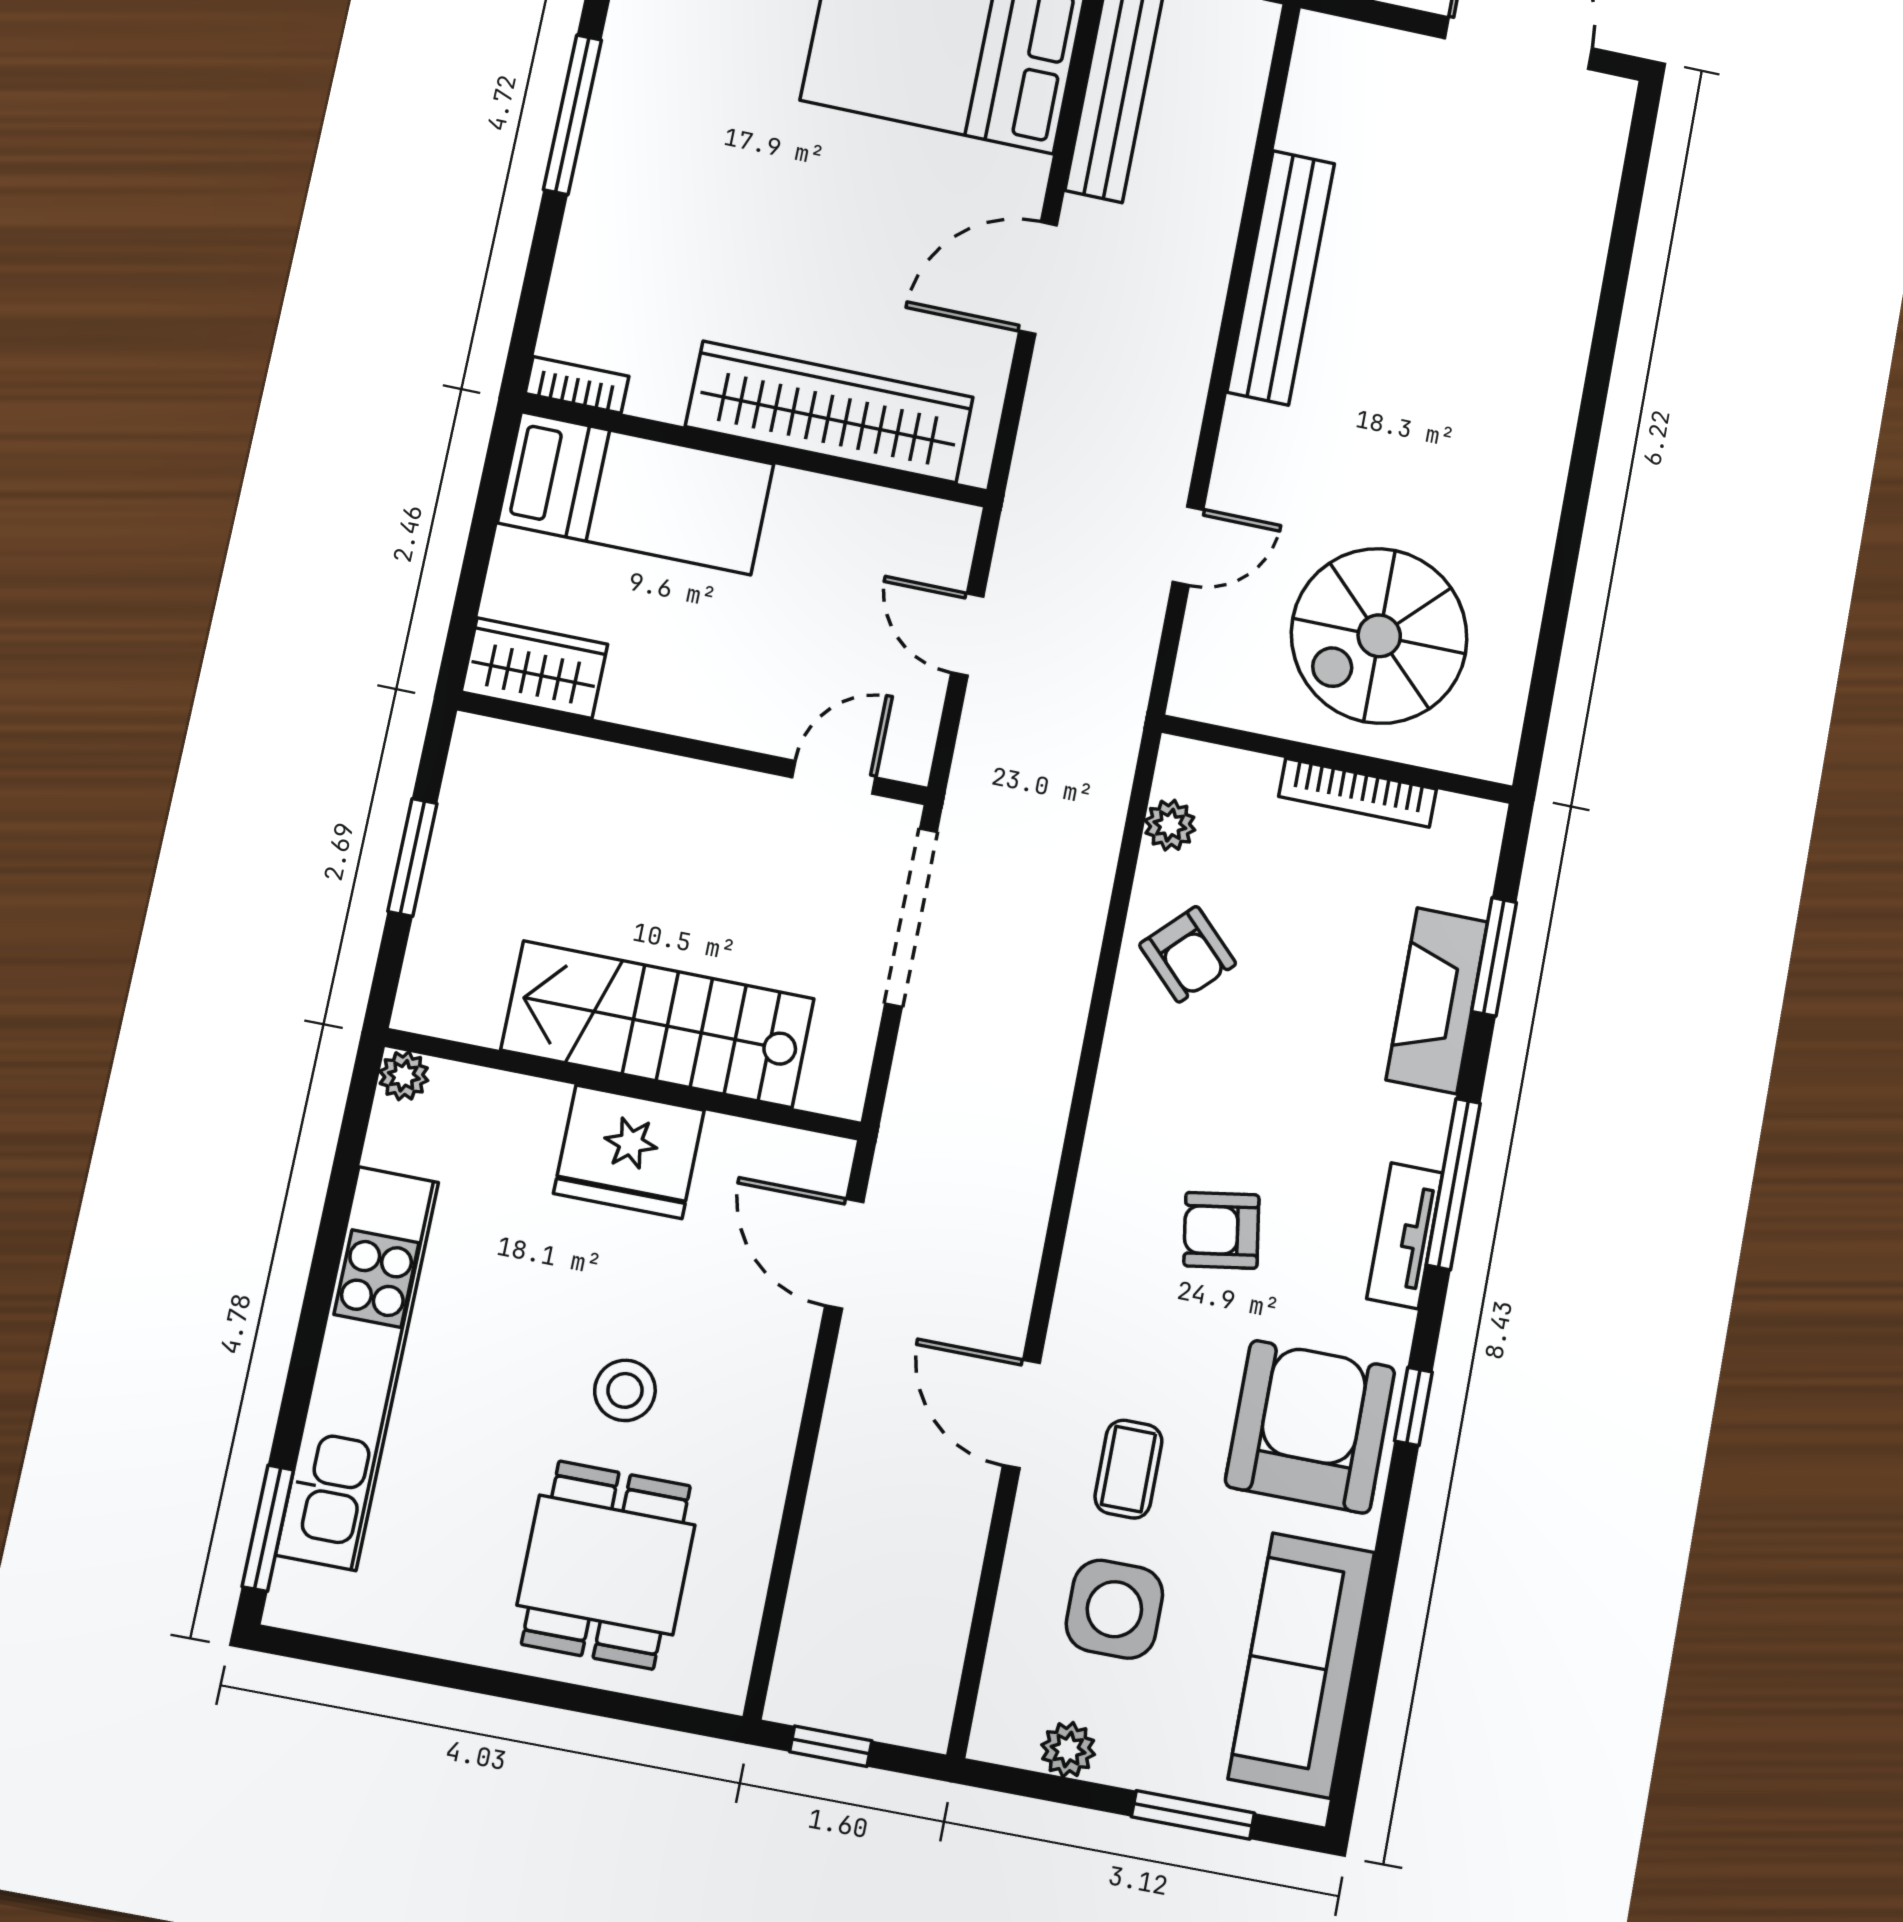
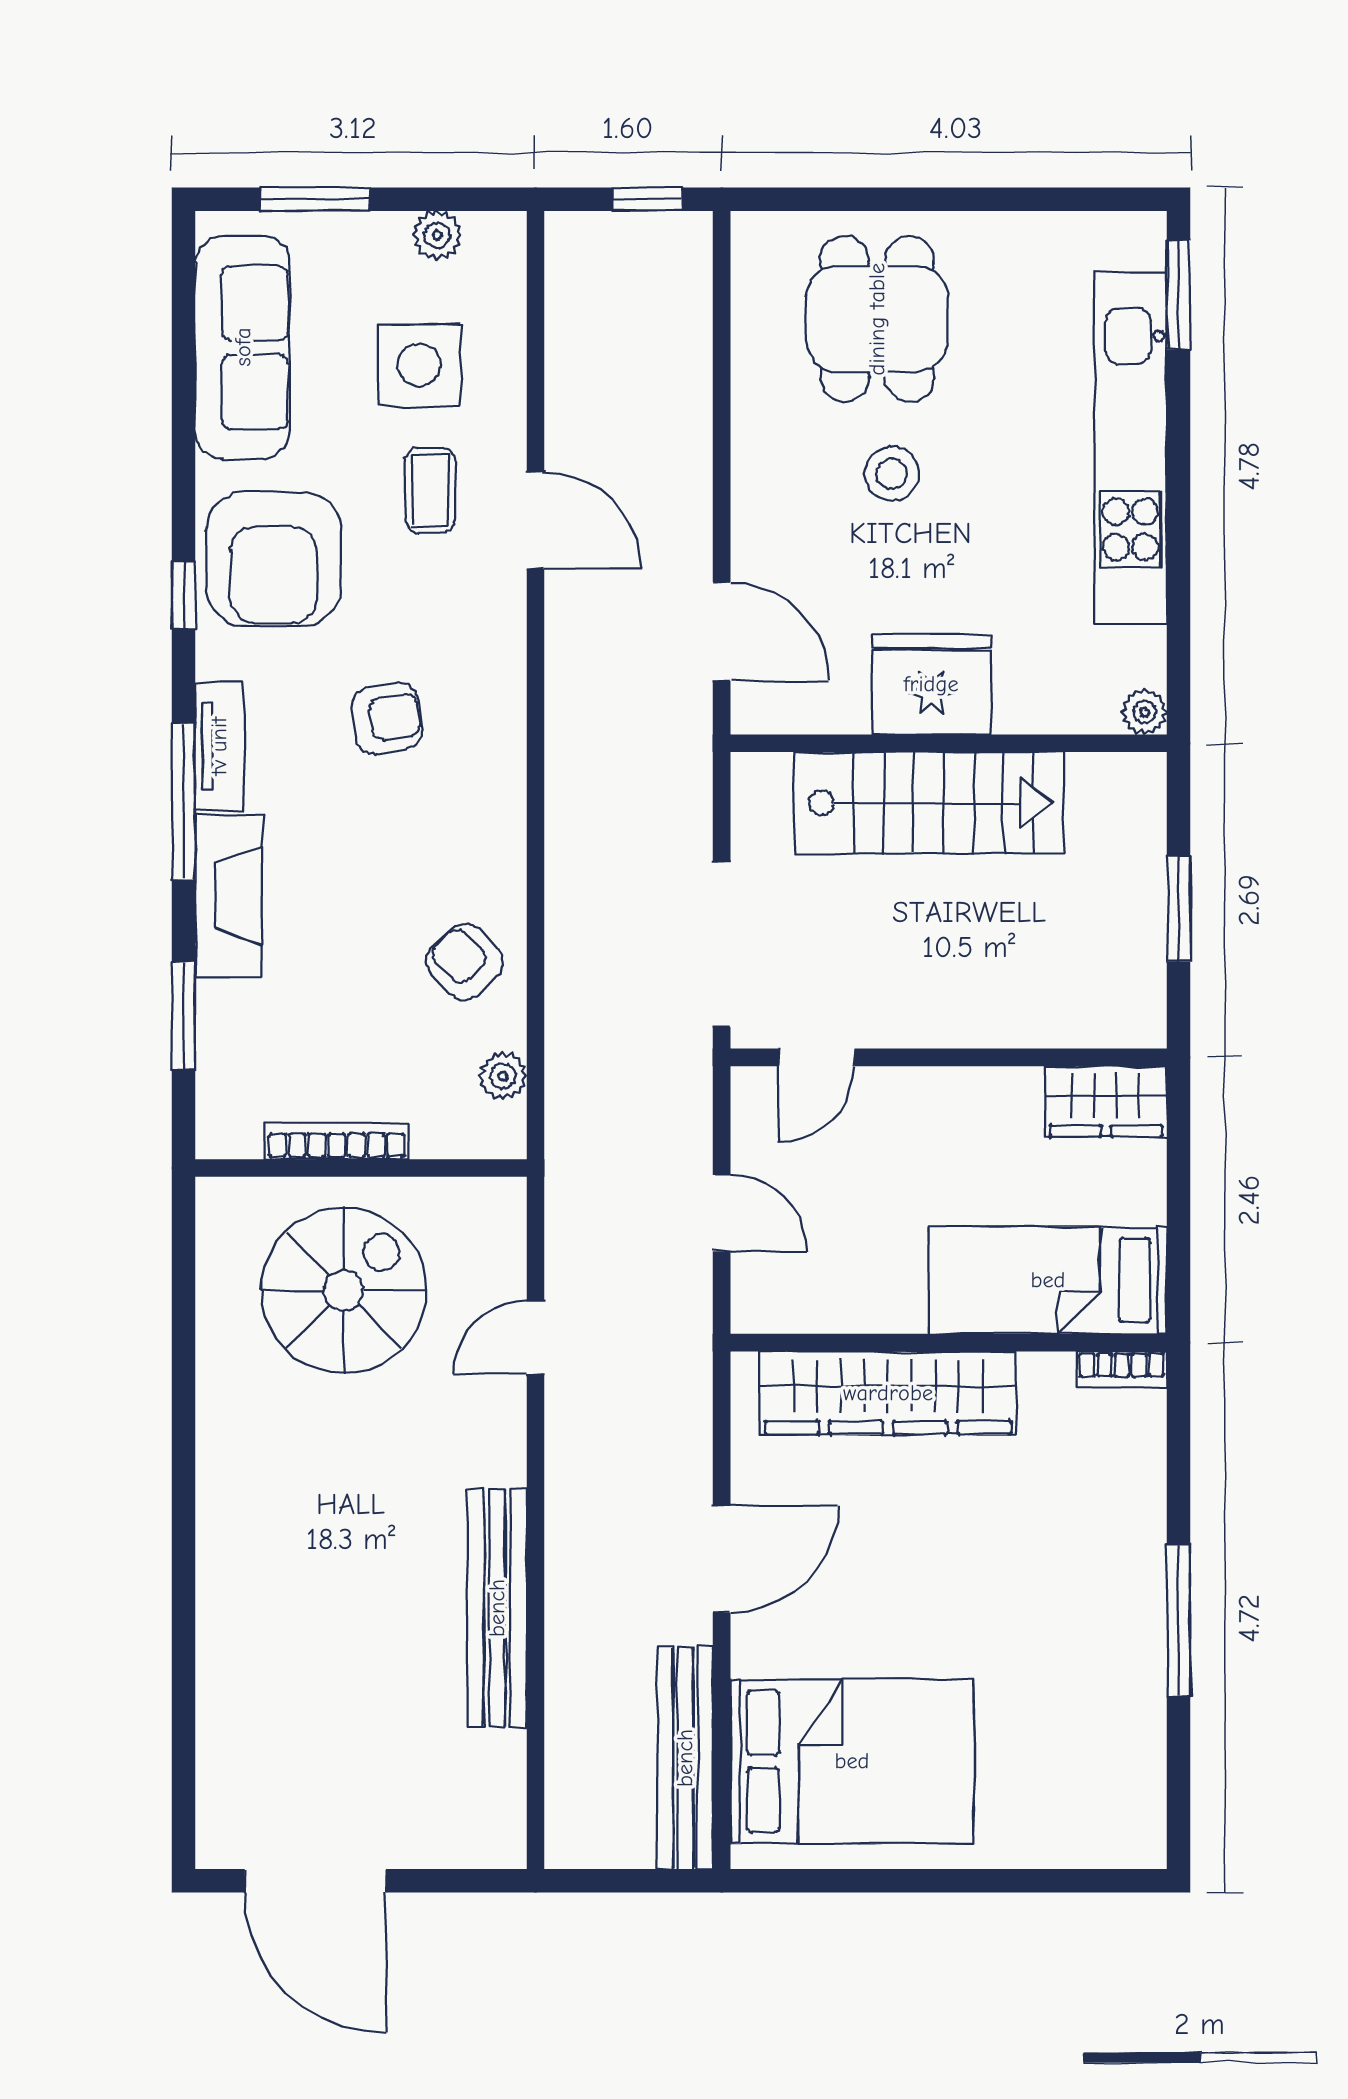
fireplace: (1437, 1001) -> (229, 896), moved

